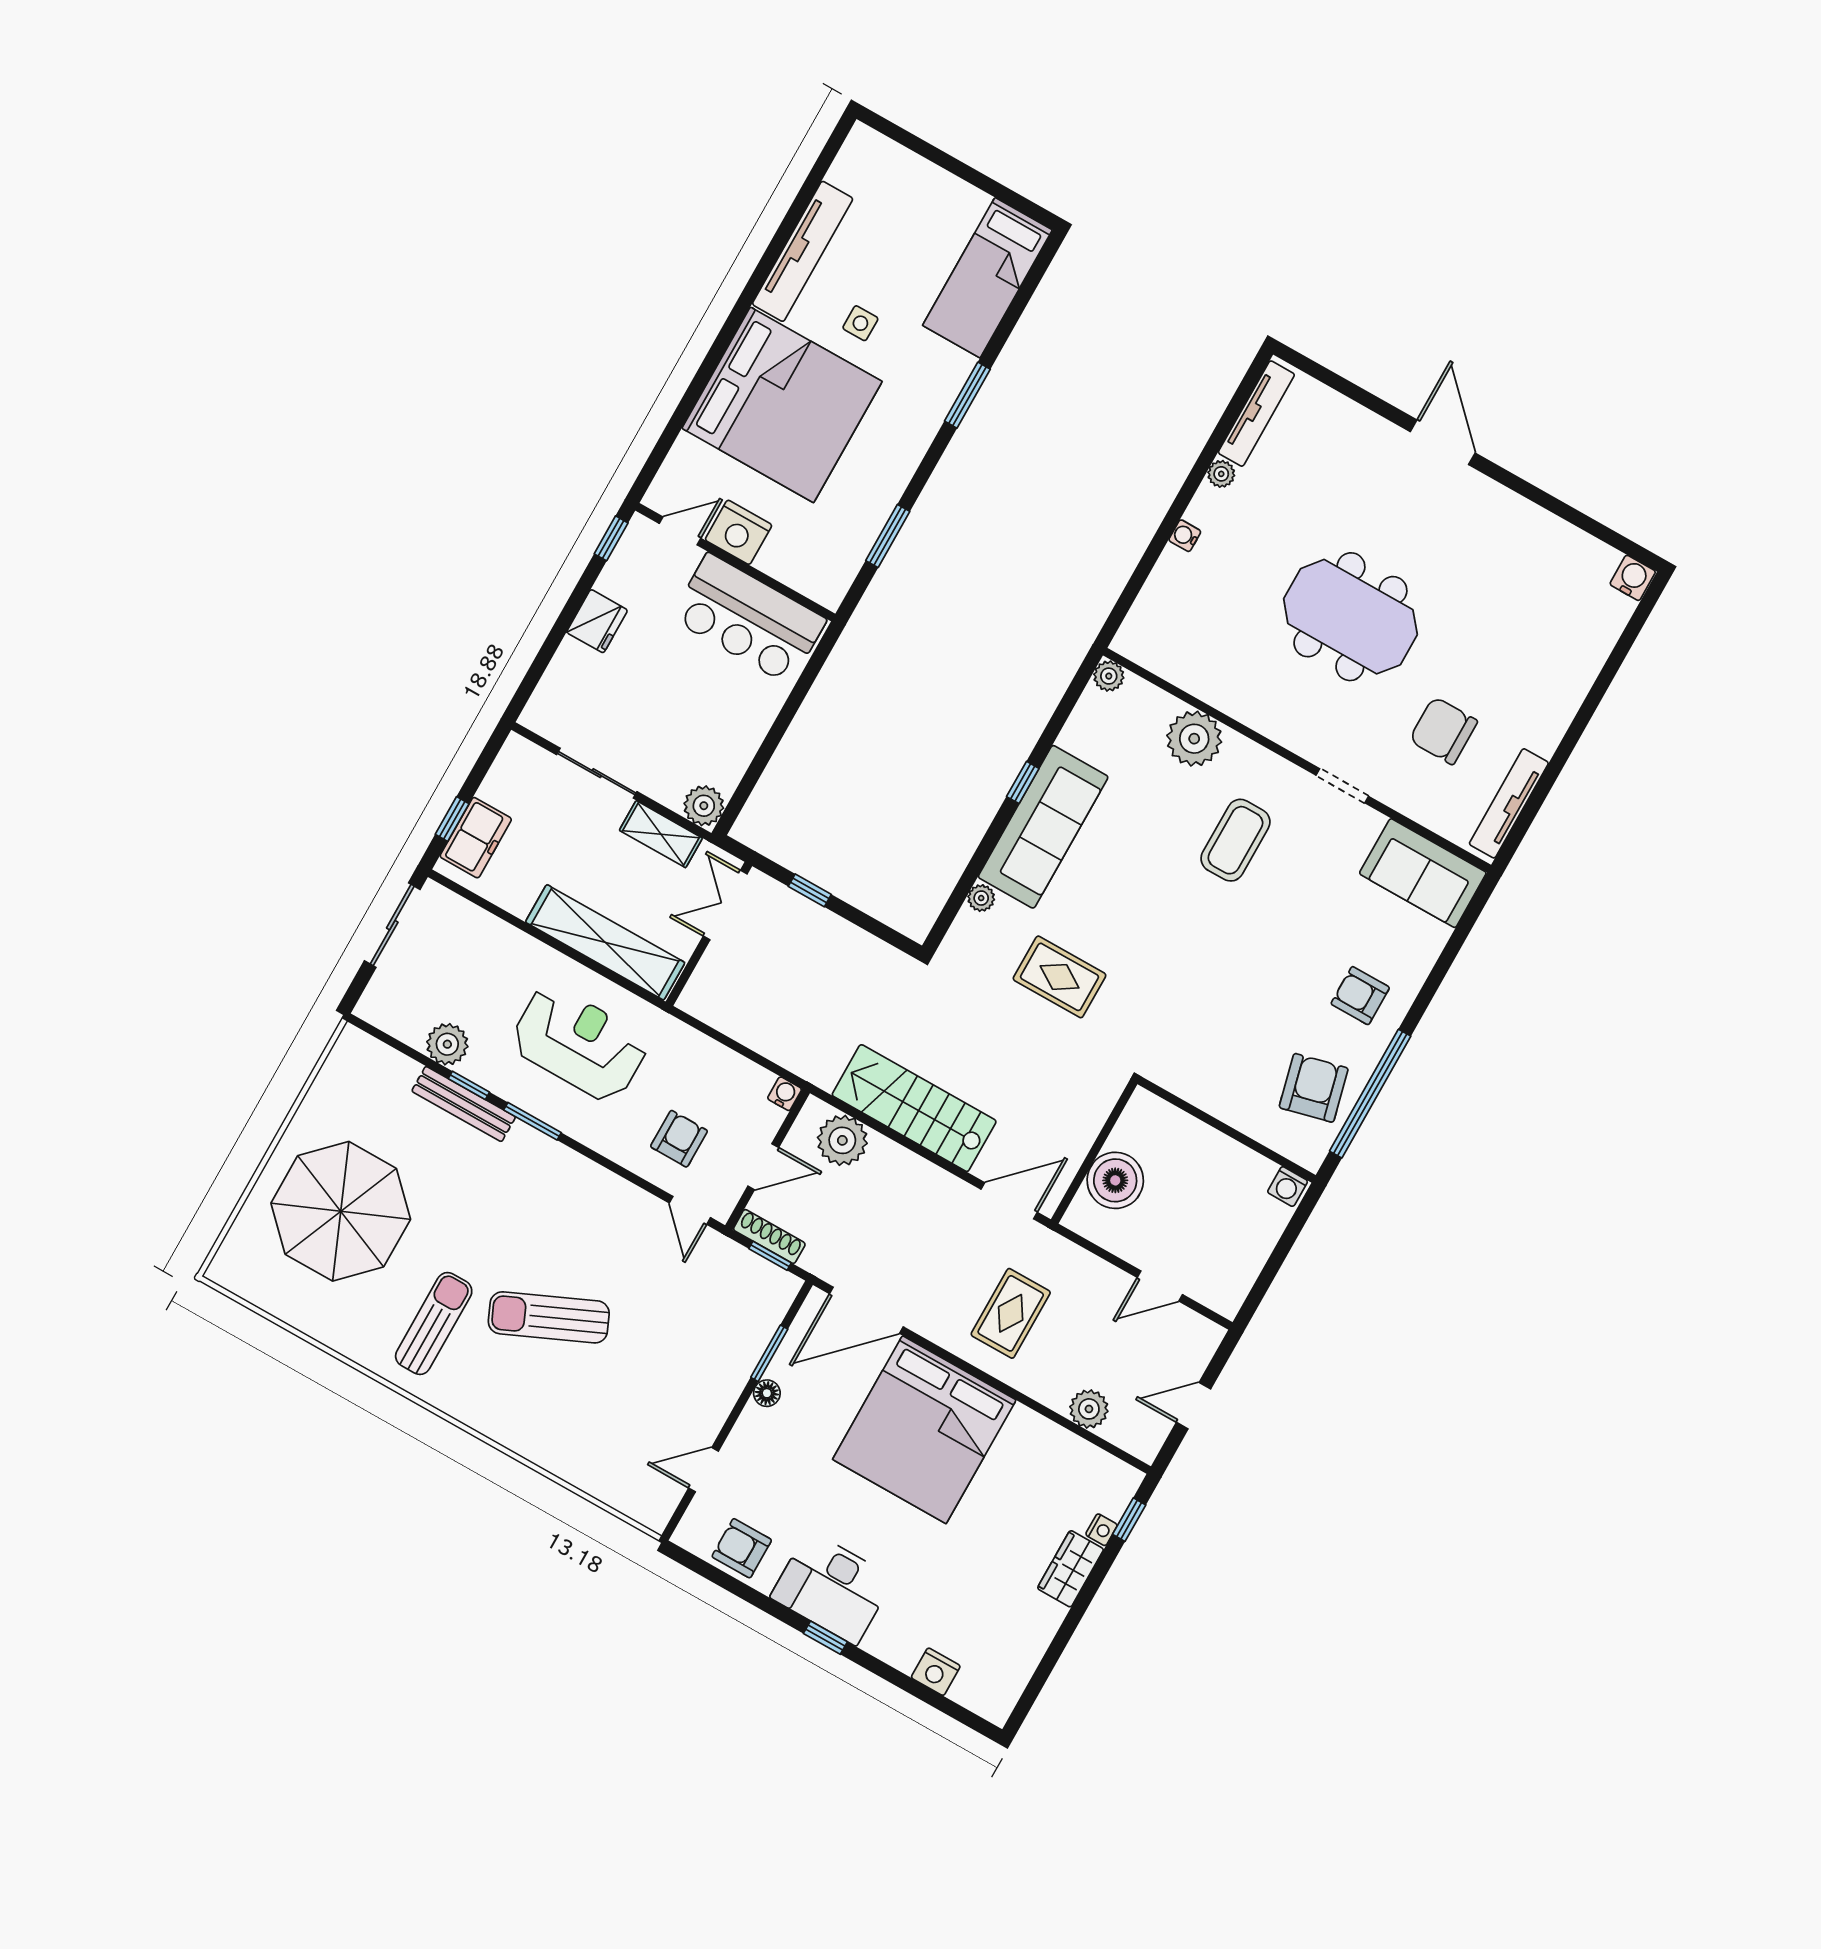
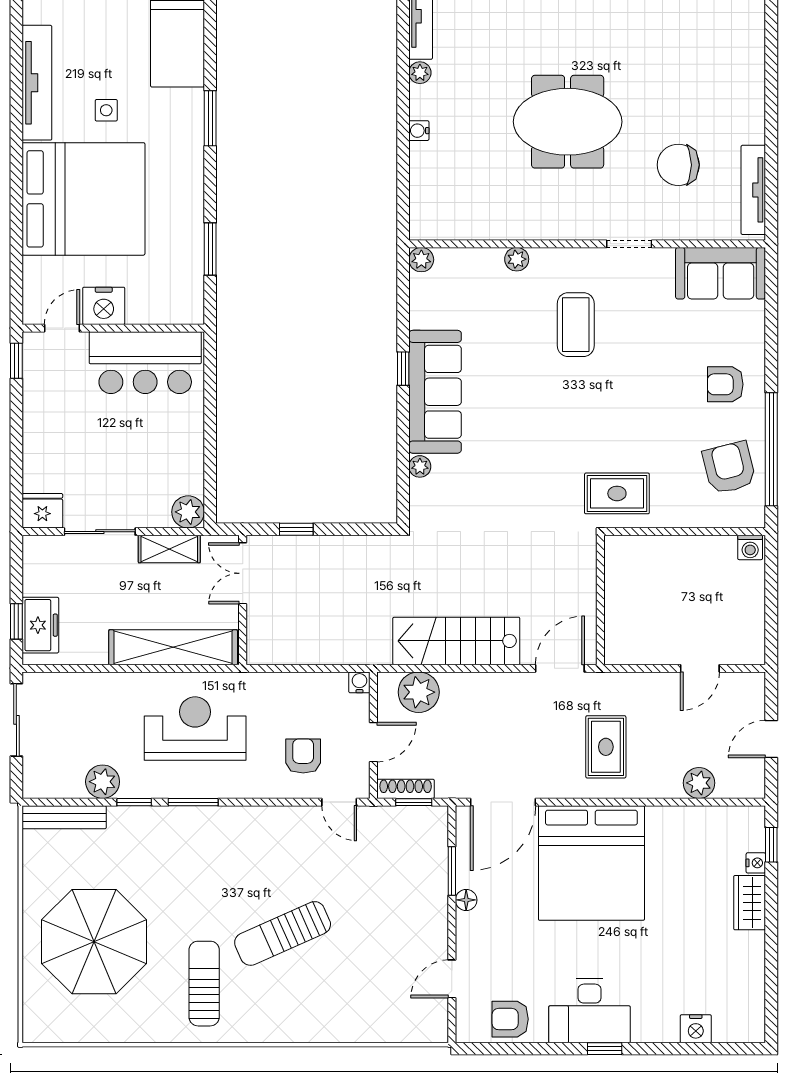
fridge: (597, 621) -> (42, 511), moved, turned -90
plant: (1194, 739) -> (517, 259), width x0.53, depth x0.53
rug: (1060, 977) -> (617, 493), moved
bench: (464, 1104) -> (64, 817), moved
boiler: (1115, 1180) -> (627, 612), removed

